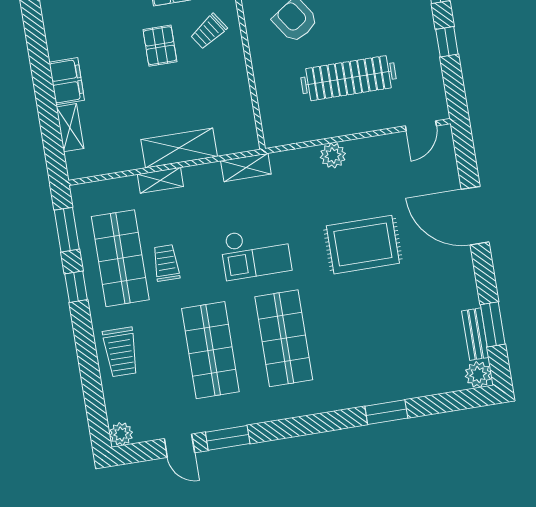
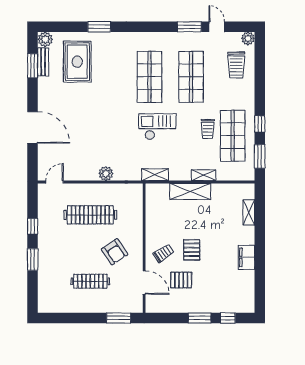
filing cabinet: (67, 81) -> (246, 257), moved
rug: (363, 245) -> (77, 62), moved, turned 90
trolley: (121, 352) -> (236, 65), moved, turned 180

